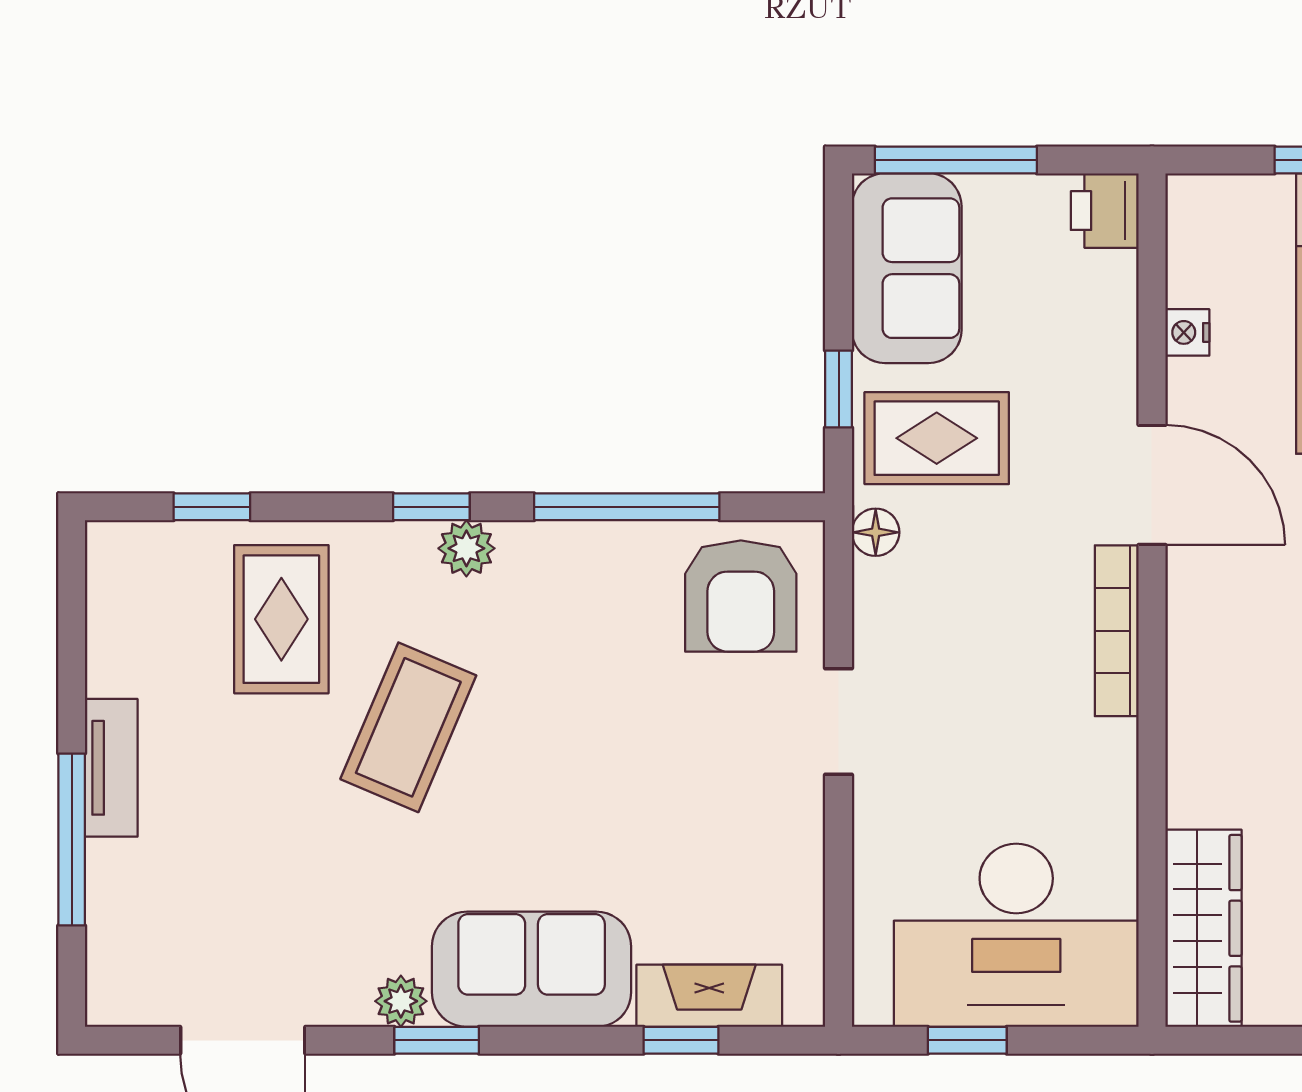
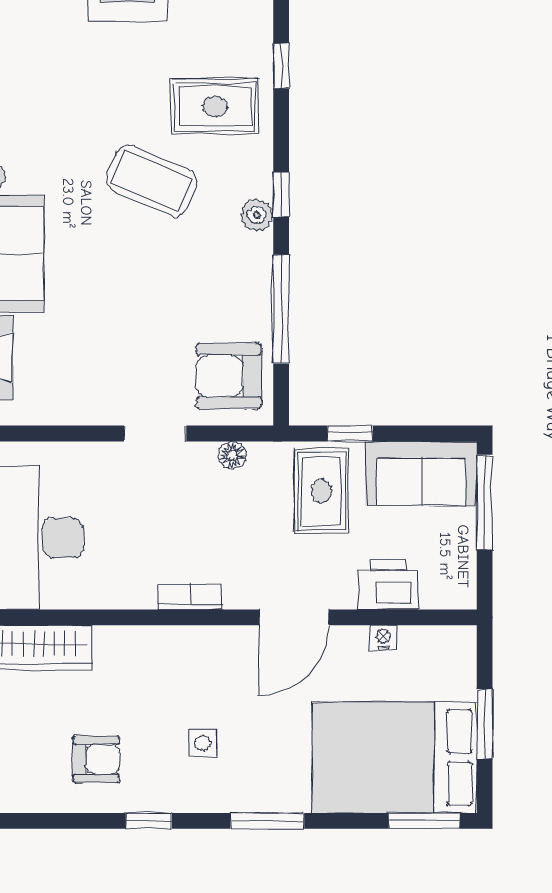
printer: (1105, 211) -> (388, 585), moved, width x1.36, depth x1.24
floor lamp: (876, 532) -> (232, 455), moved
bookcase: (1117, 631) -> (190, 597), width x0.64

